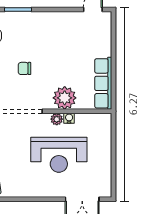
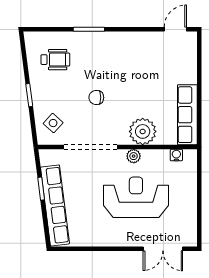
water cooler: (69, 118) -> (176, 155), moved
reception desk: (59, 155) -> (136, 197), turned 180

